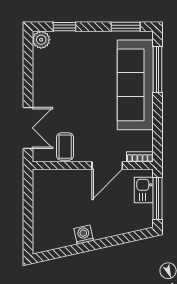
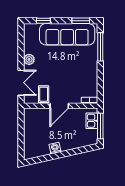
plant: (41, 40) -> (29, 59), moved
sofa: (135, 85) -> (67, 34), moved, turned -90
door: (107, 166) -> (59, 106), moved

